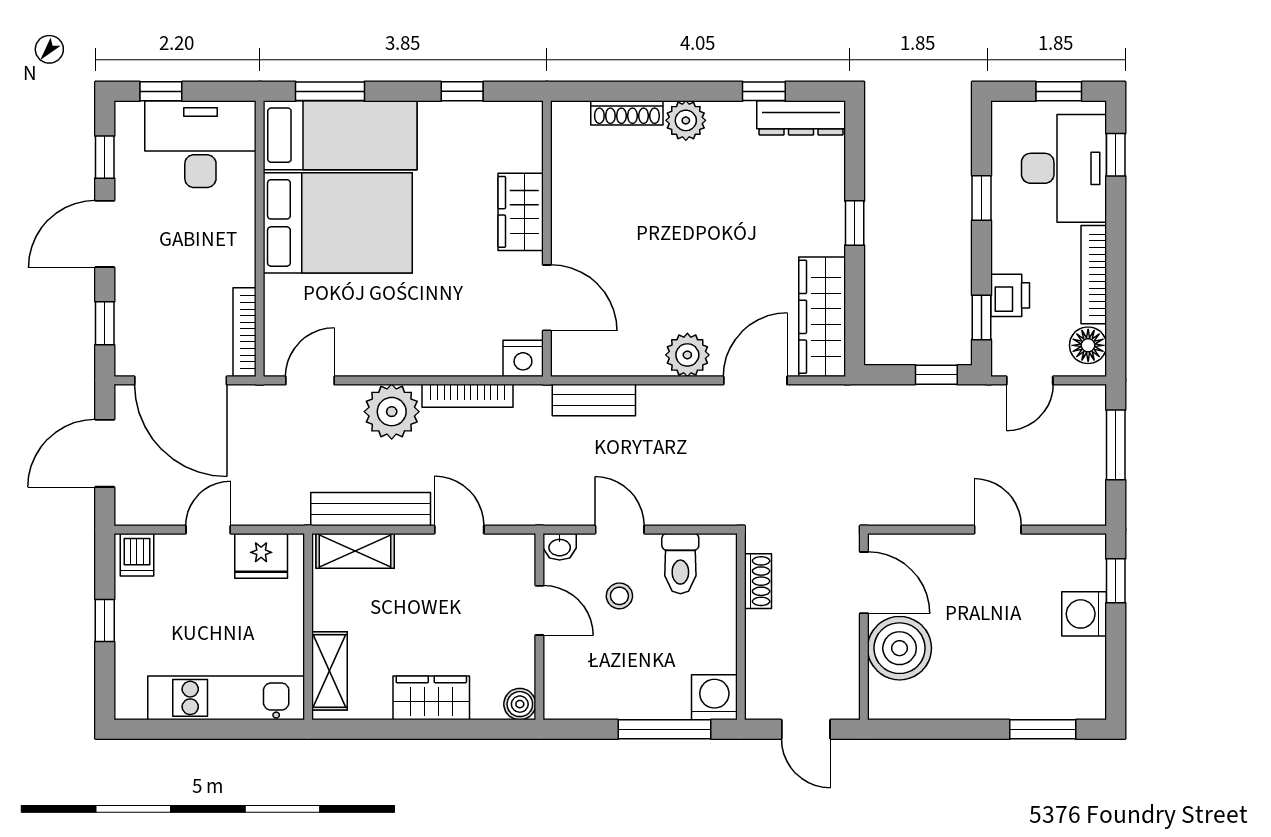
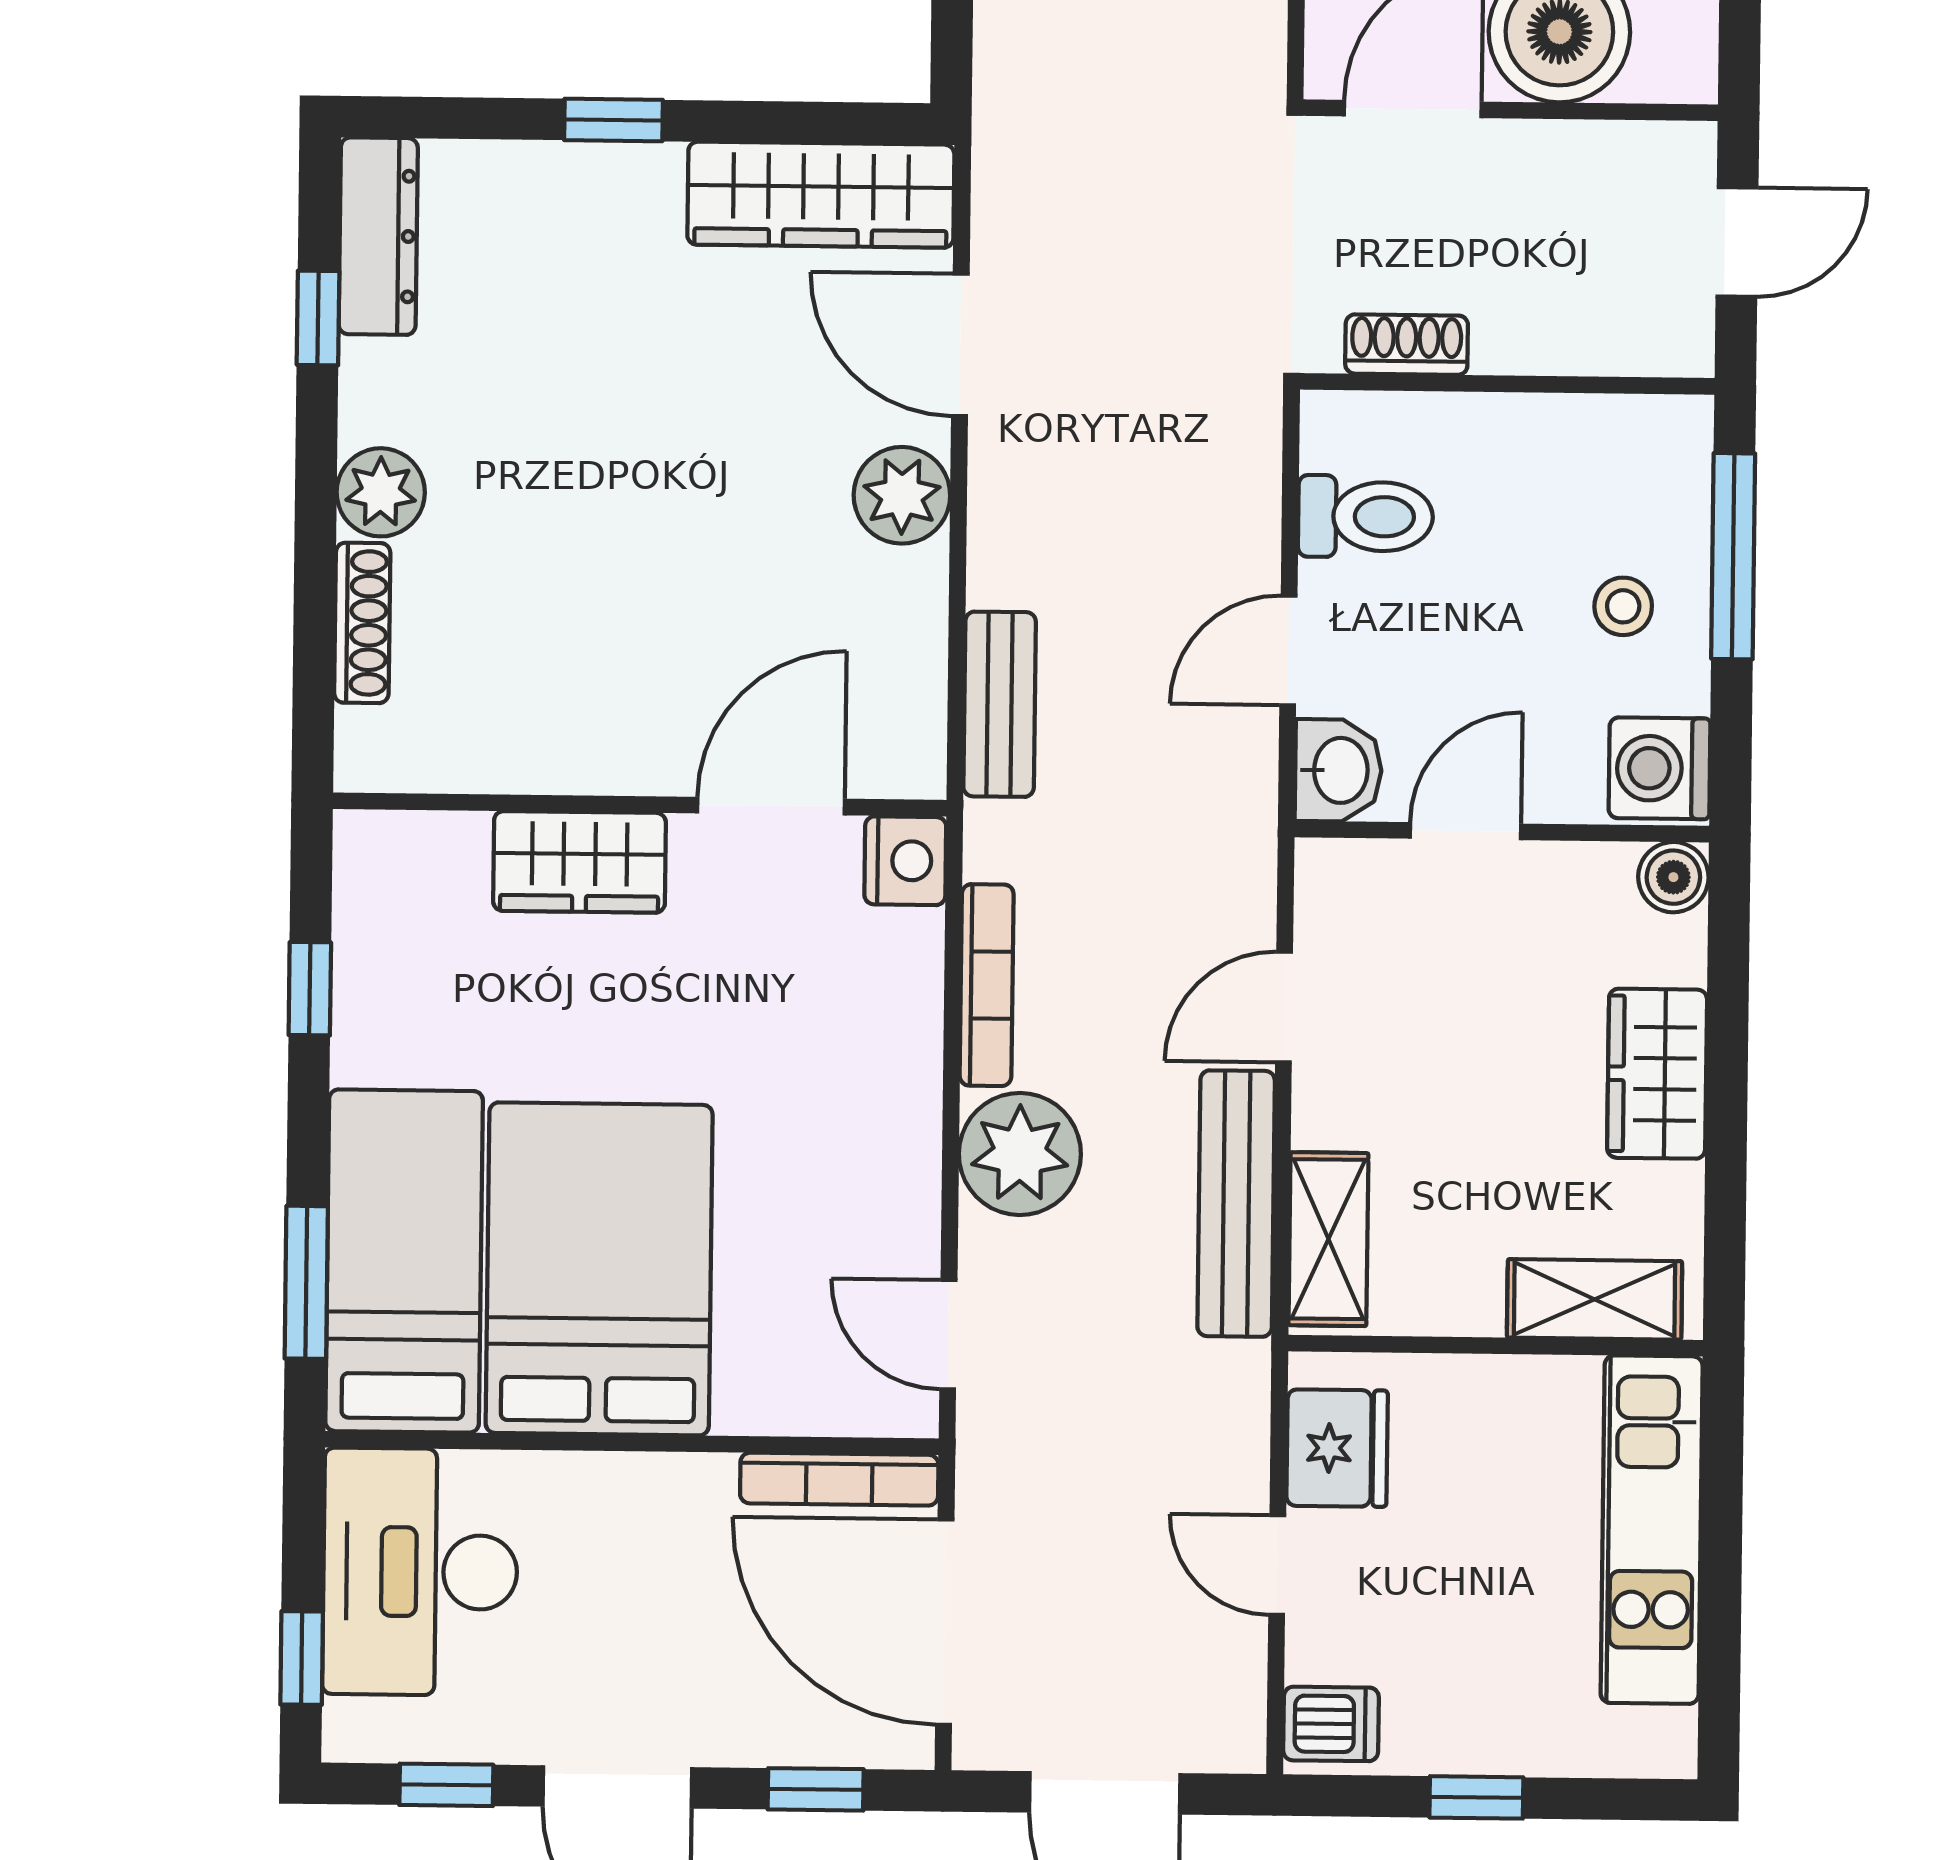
door: (181, 380) -> (945, 1622), swing flipped
washbasin: (560, 547) -> (1338, 770), width x1.38, depth x1.45
stool: (619, 596) -> (1623, 606), moved
washing machine: (714, 697) -> (1659, 768), moved

